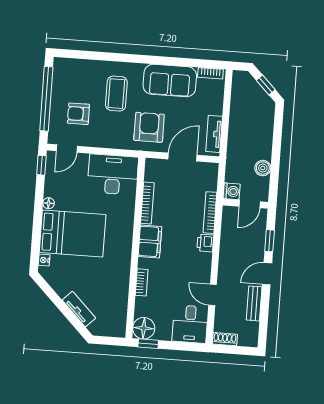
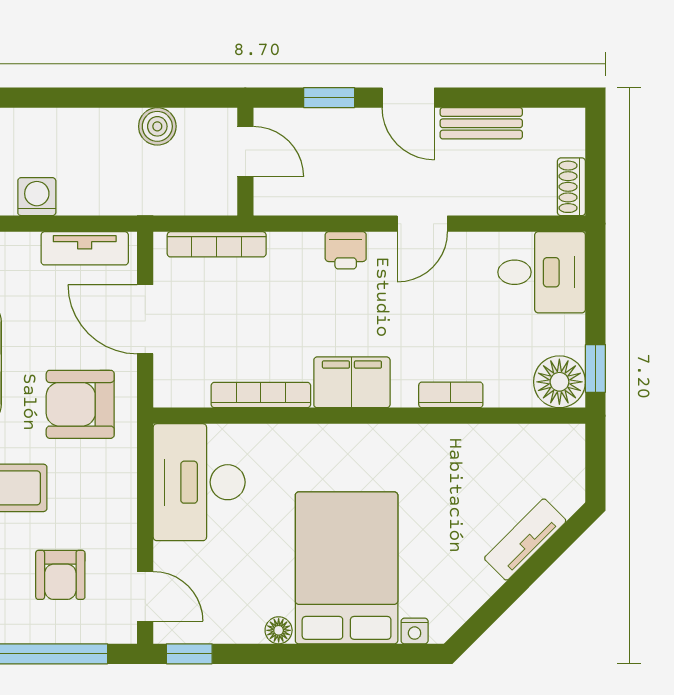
washing machine: (232, 191) -> (37, 197), moved
bookcase: (210, 213) -> (217, 244), moved
door: (213, 295) -> (422, 224), moved

